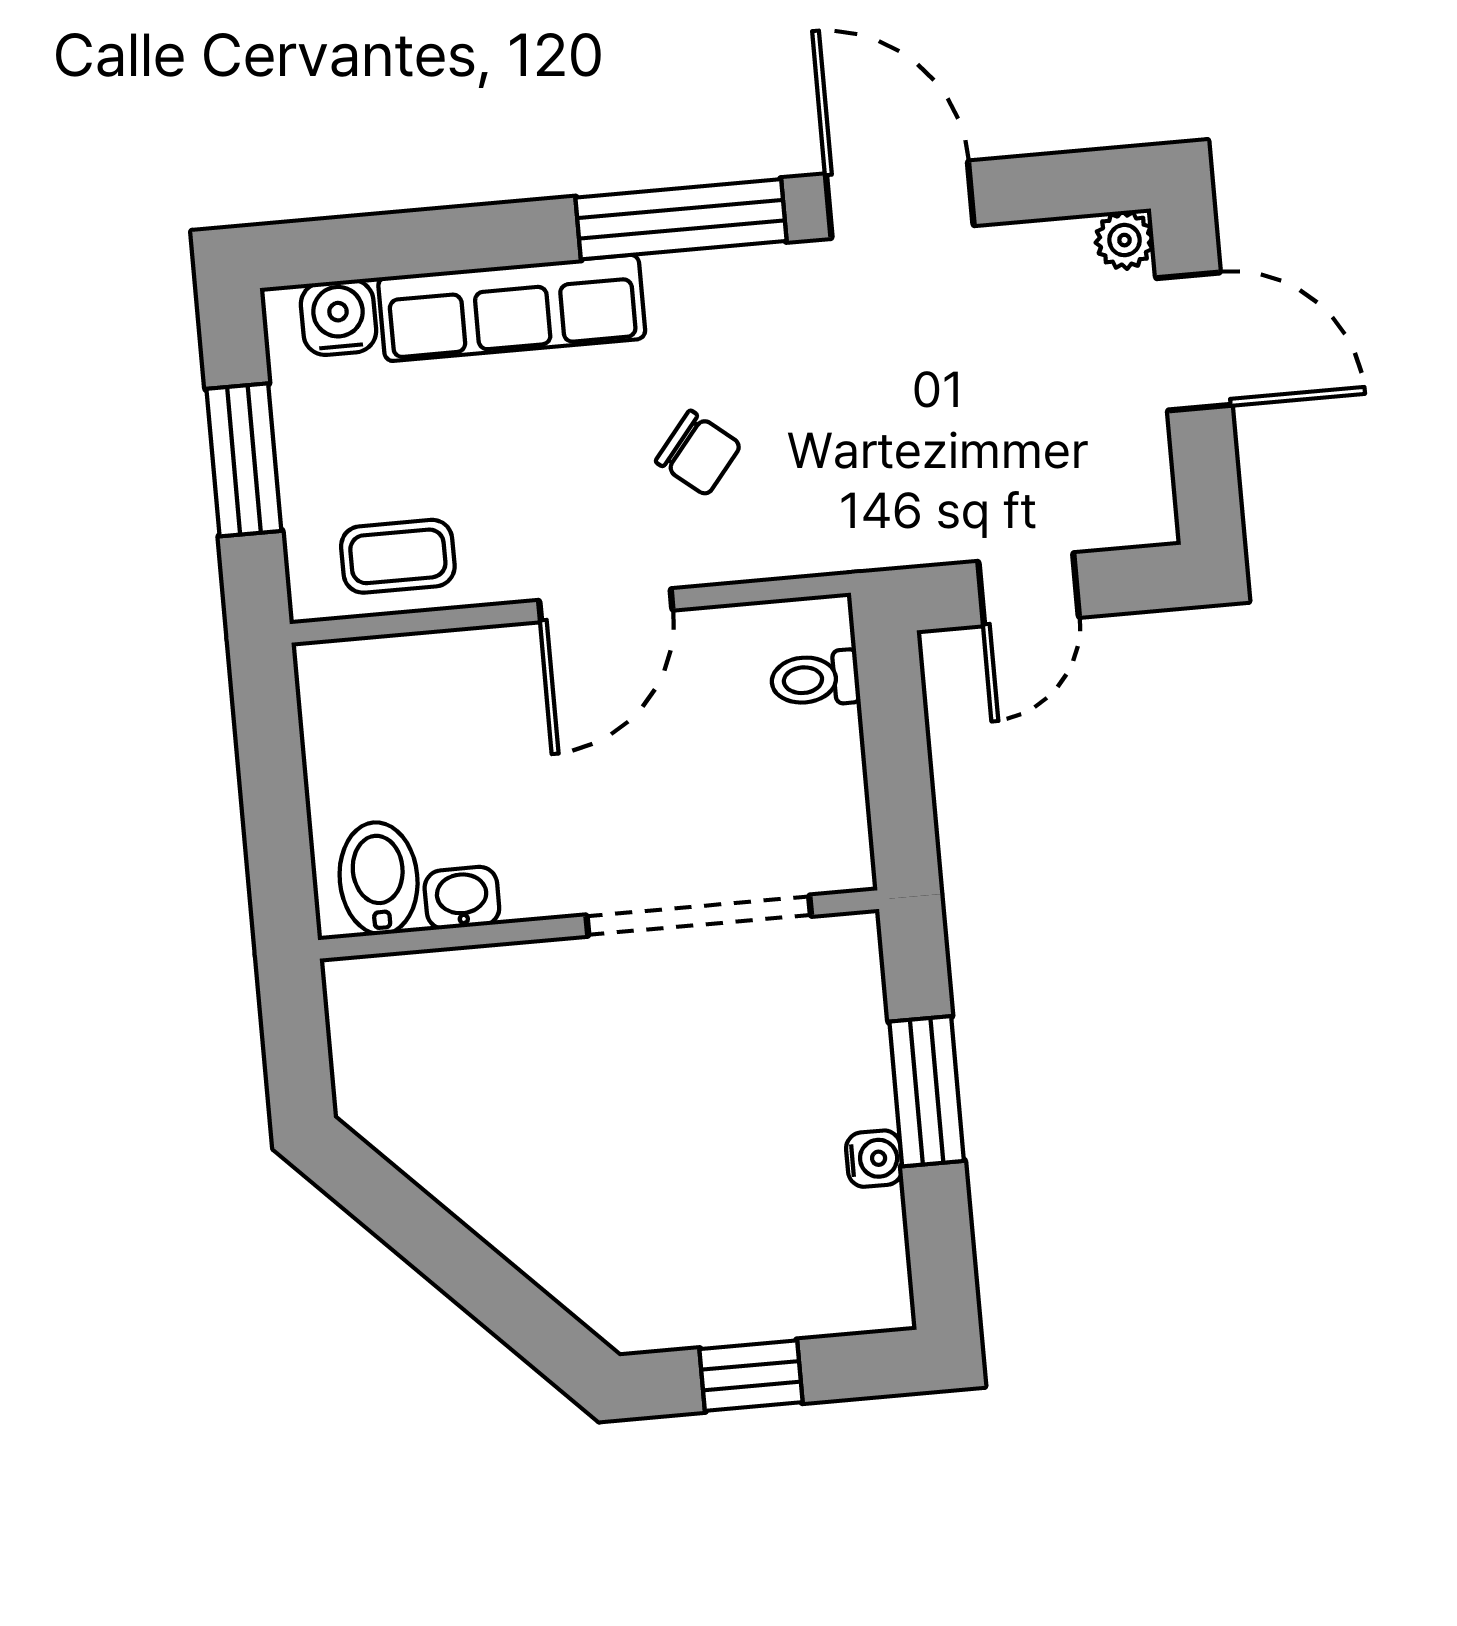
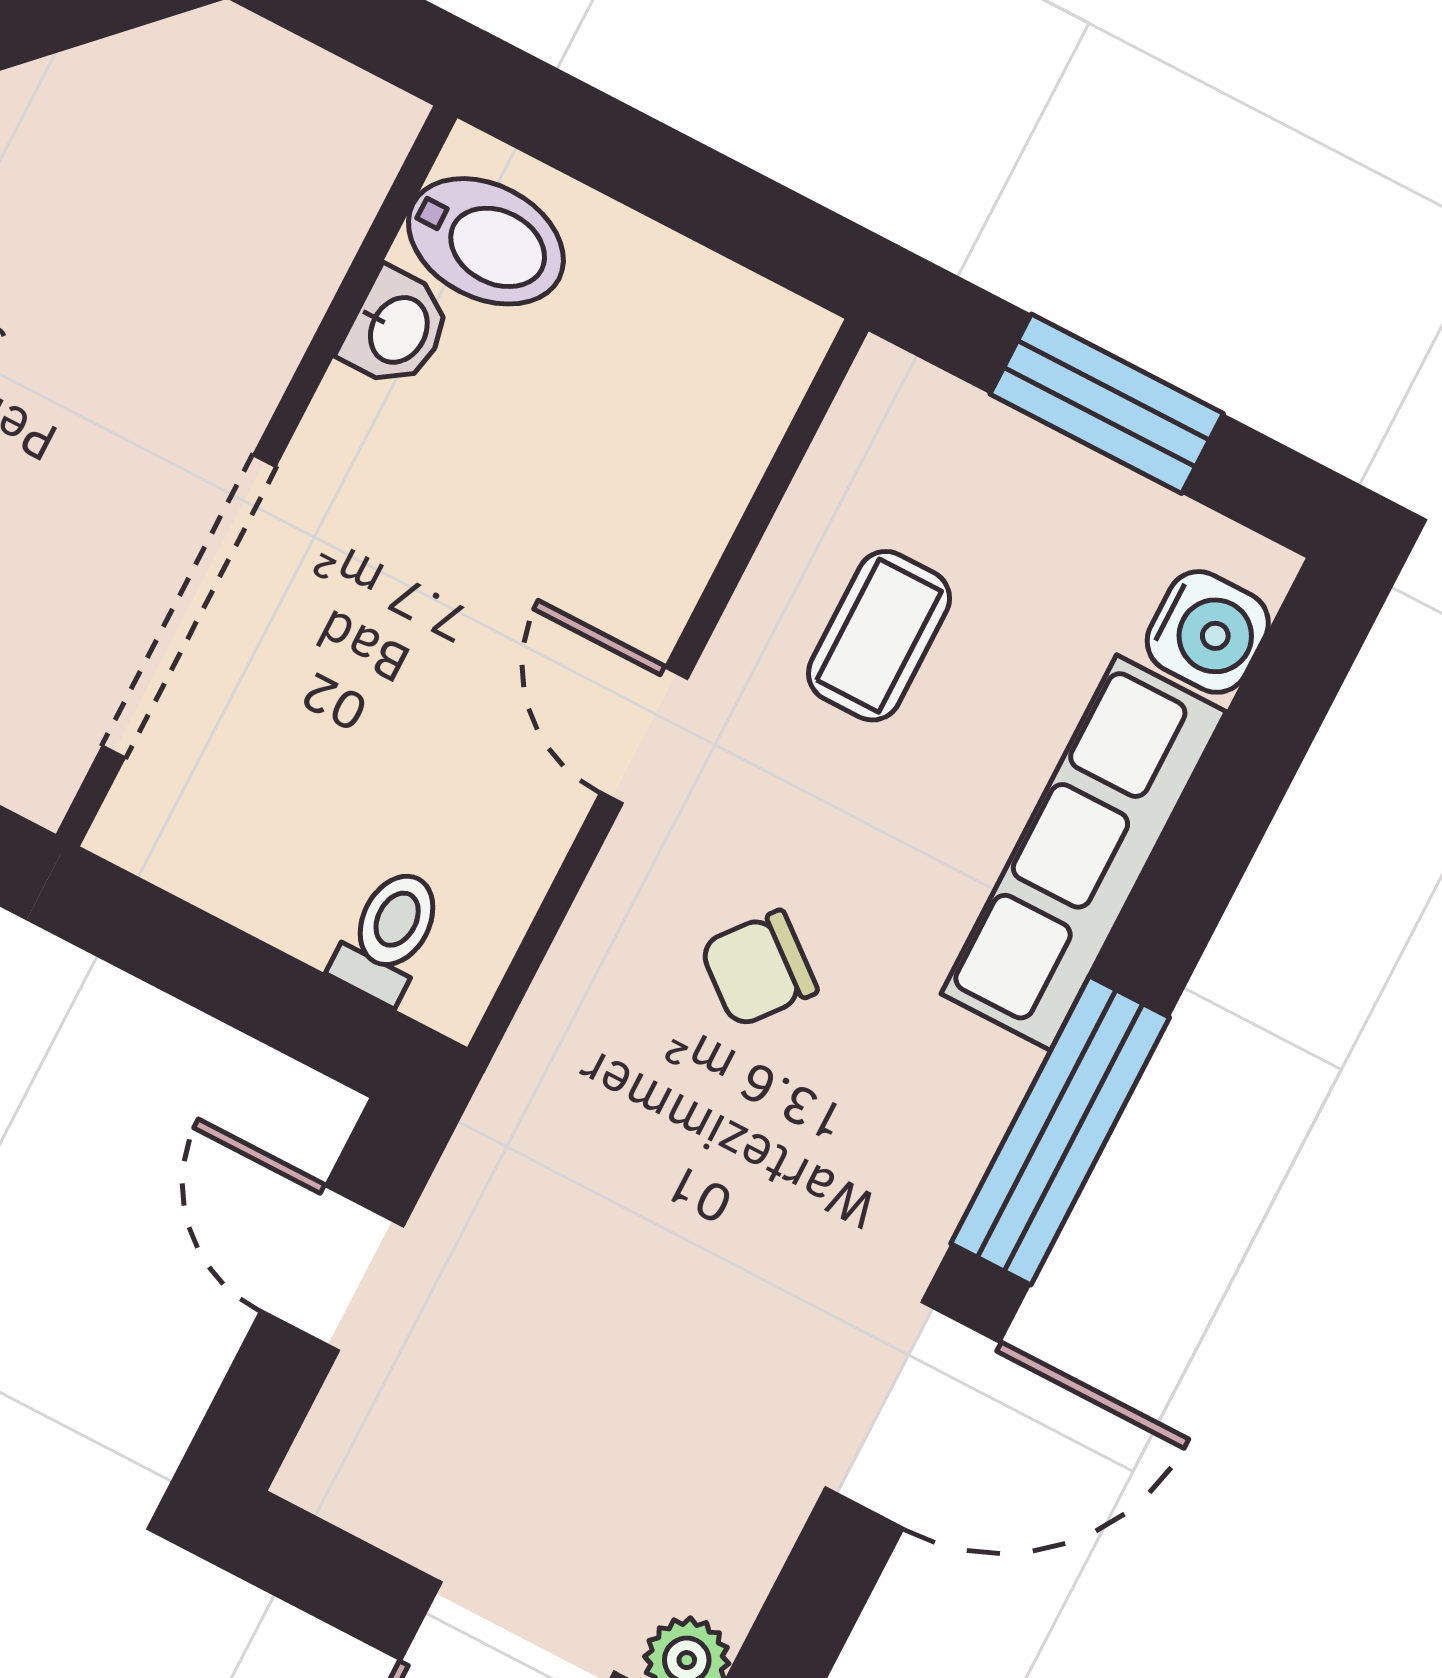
coffee table: (398, 556) -> (879, 636), moved
door: (606, 605) -> (644, 735), width x0.73

